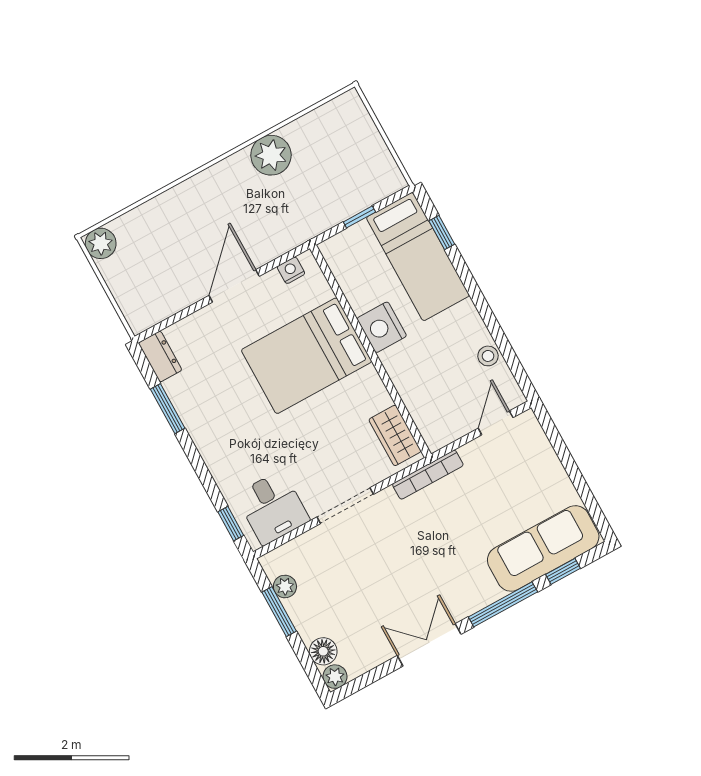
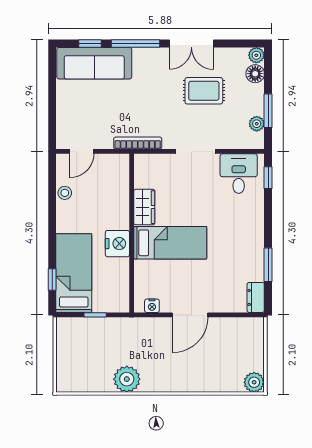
bed: (307, 356) -> (170, 243), width x0.67
wardrobe: (395, 435) -> (144, 207), moved
rug: (379, 592) -> (204, 91), added

